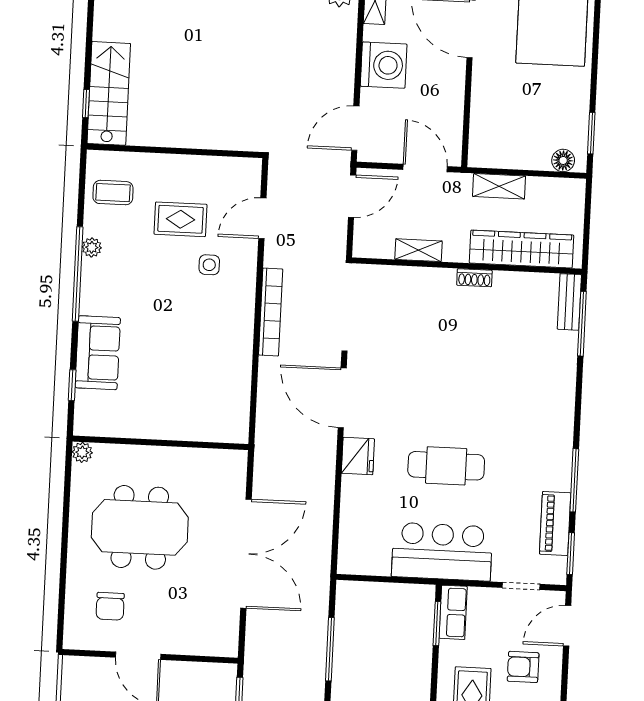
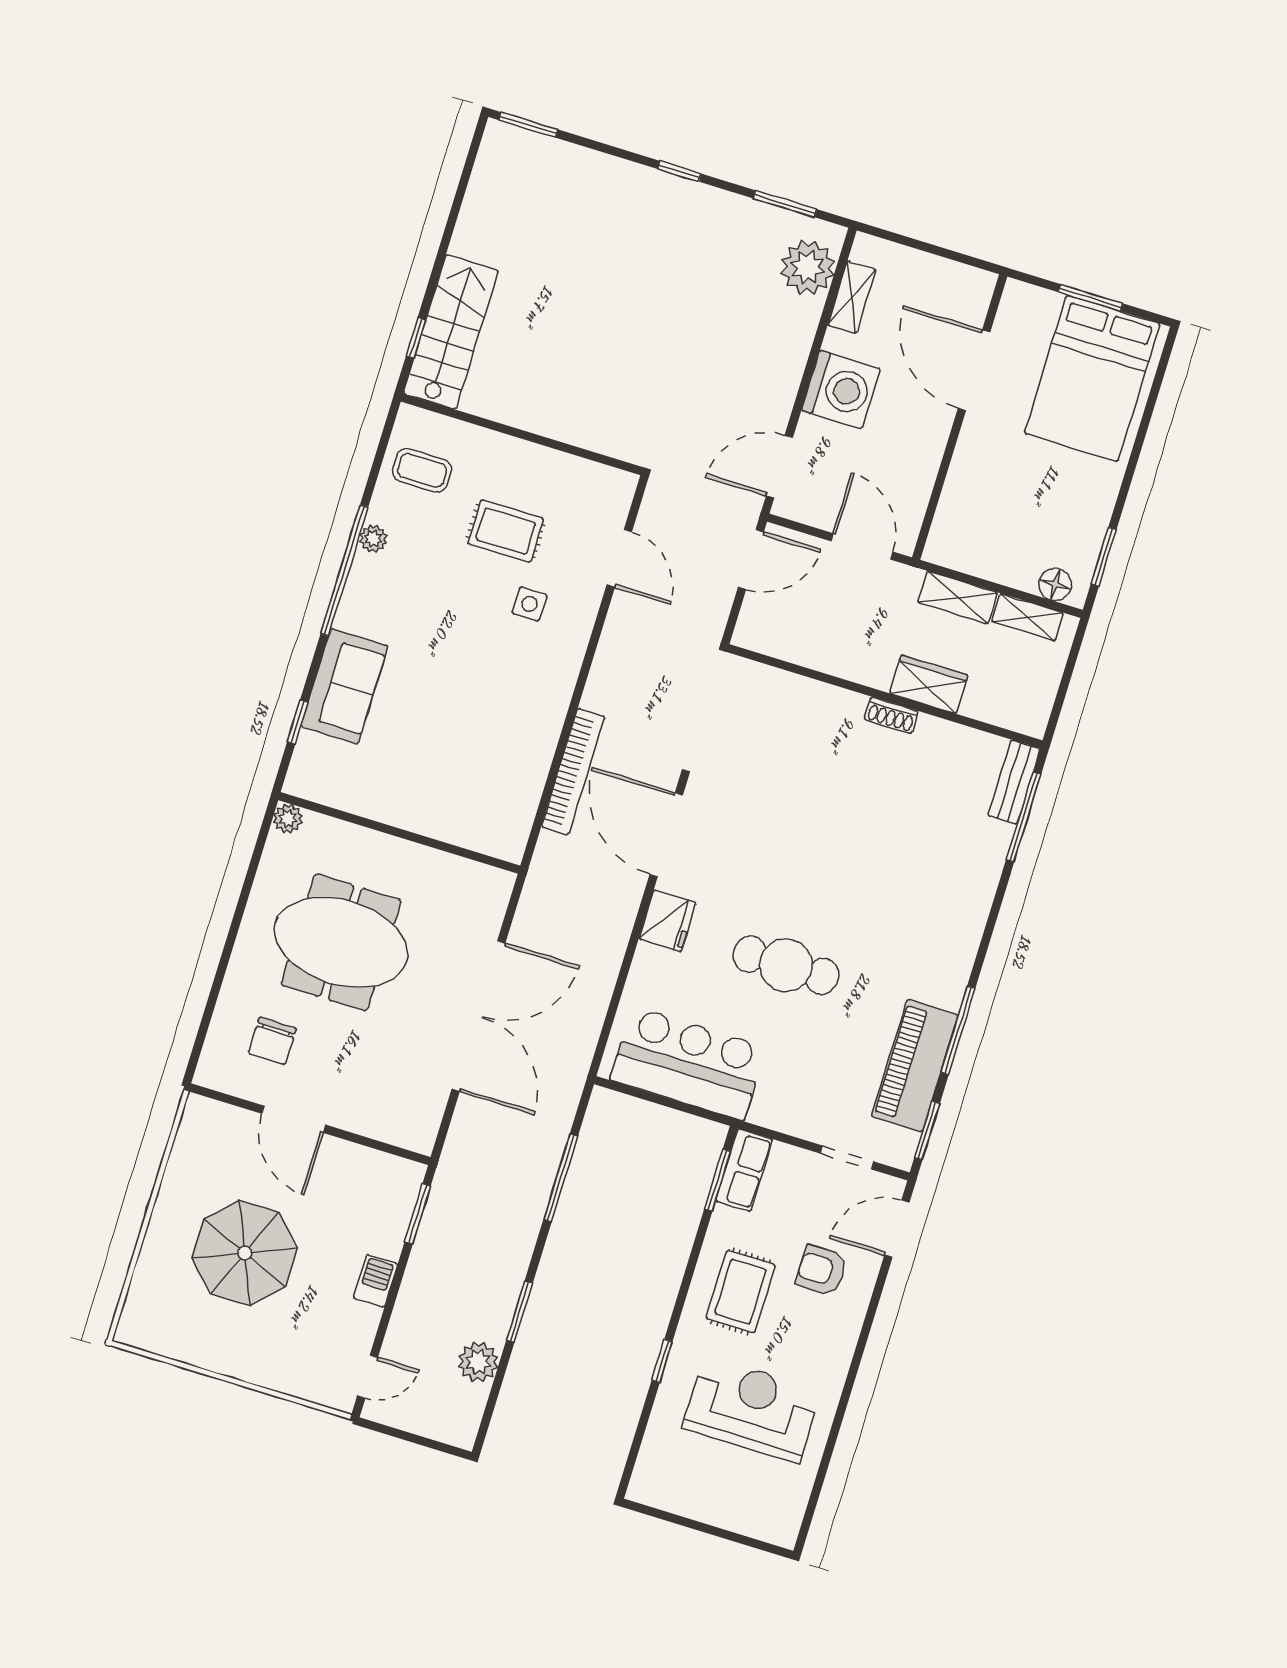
door: (262, 218) -> (619, 558), swing flipped
wardrobe: (522, 249) -> (929, 684), width x0.48, depth x0.85
shelving: (418, 250) -> (1028, 617), moved
bookcase: (271, 312) -> (573, 772), moved
piano: (555, 523) -> (915, 1066), width x1.37, depth x1.33
bar counter: (442, 552) -> (688, 1063), moved

